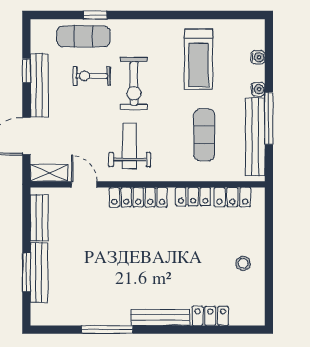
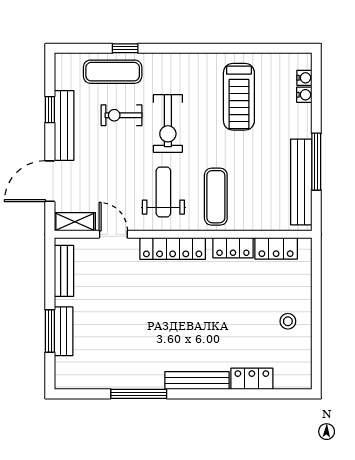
water cooler: (258, 89) -> (304, 78), moved
exercise mat: (204, 135) -> (216, 197), moved
bench: (39, 273) -> (64, 331), width x0.73

